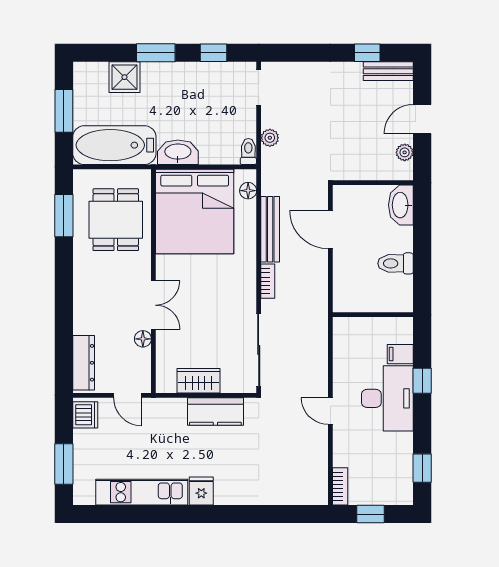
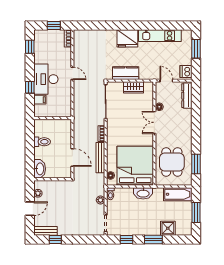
bathtub: (114, 145) -> (178, 194), width x0.73, depth x0.73
fridge: (201, 491) -> (127, 38), width x1.88, depth x1.34

